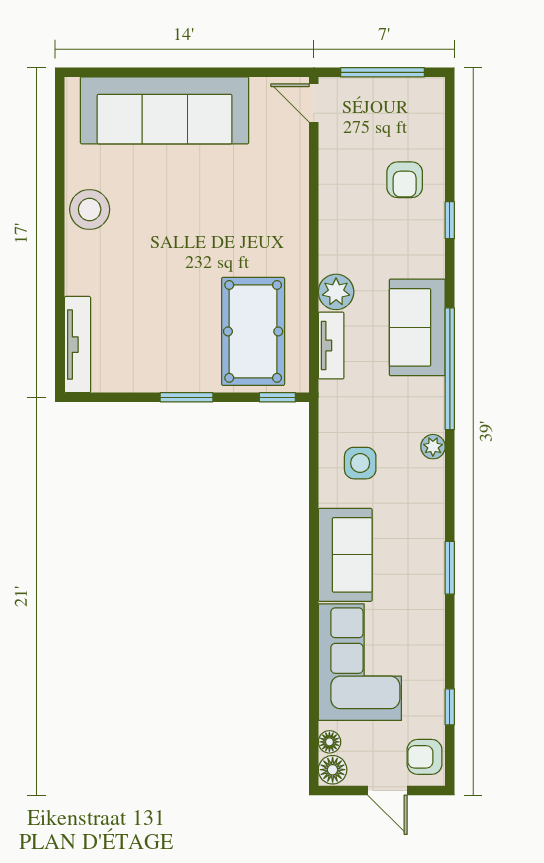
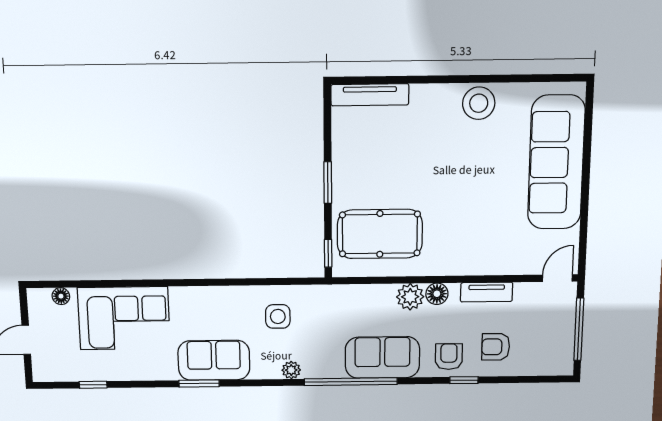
tv unit: (331, 346) -> (487, 292), moved
sofa: (345, 555) -> (214, 360), moved, turned 180
armchair: (425, 757) -> (449, 357), moved
floor lamp: (333, 770) -> (437, 294), moved

